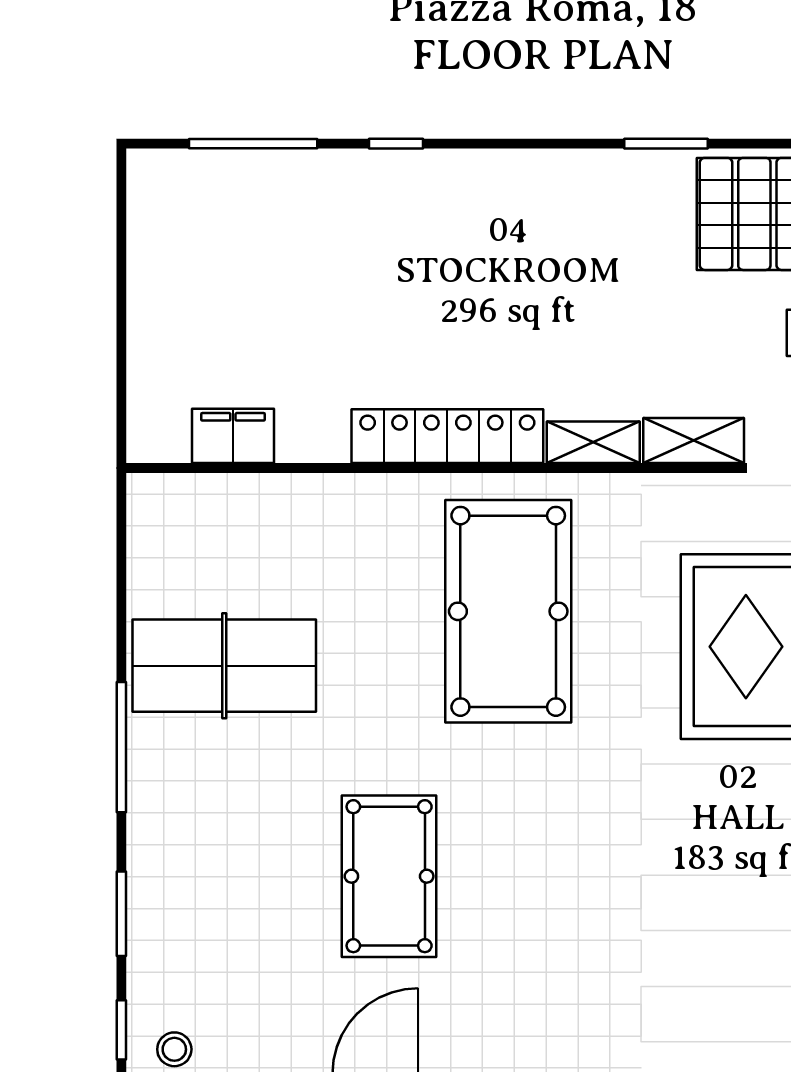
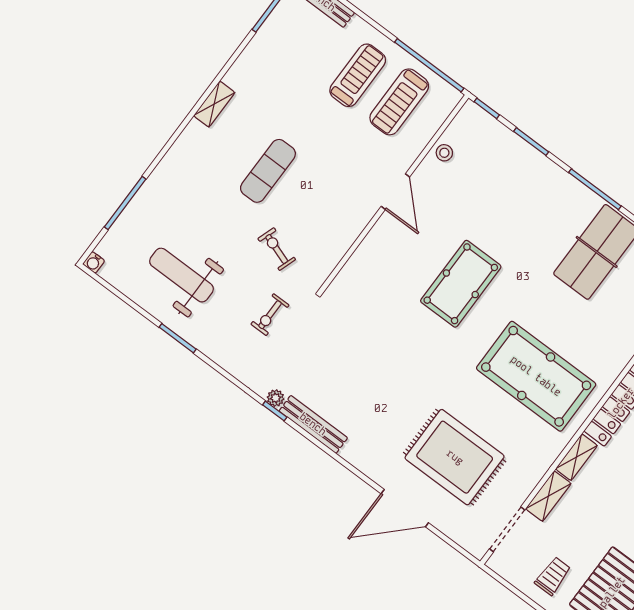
pool table: (389, 876) -> (461, 284), moved, turned 90
stool: (174, 1049) -> (444, 153), moved

